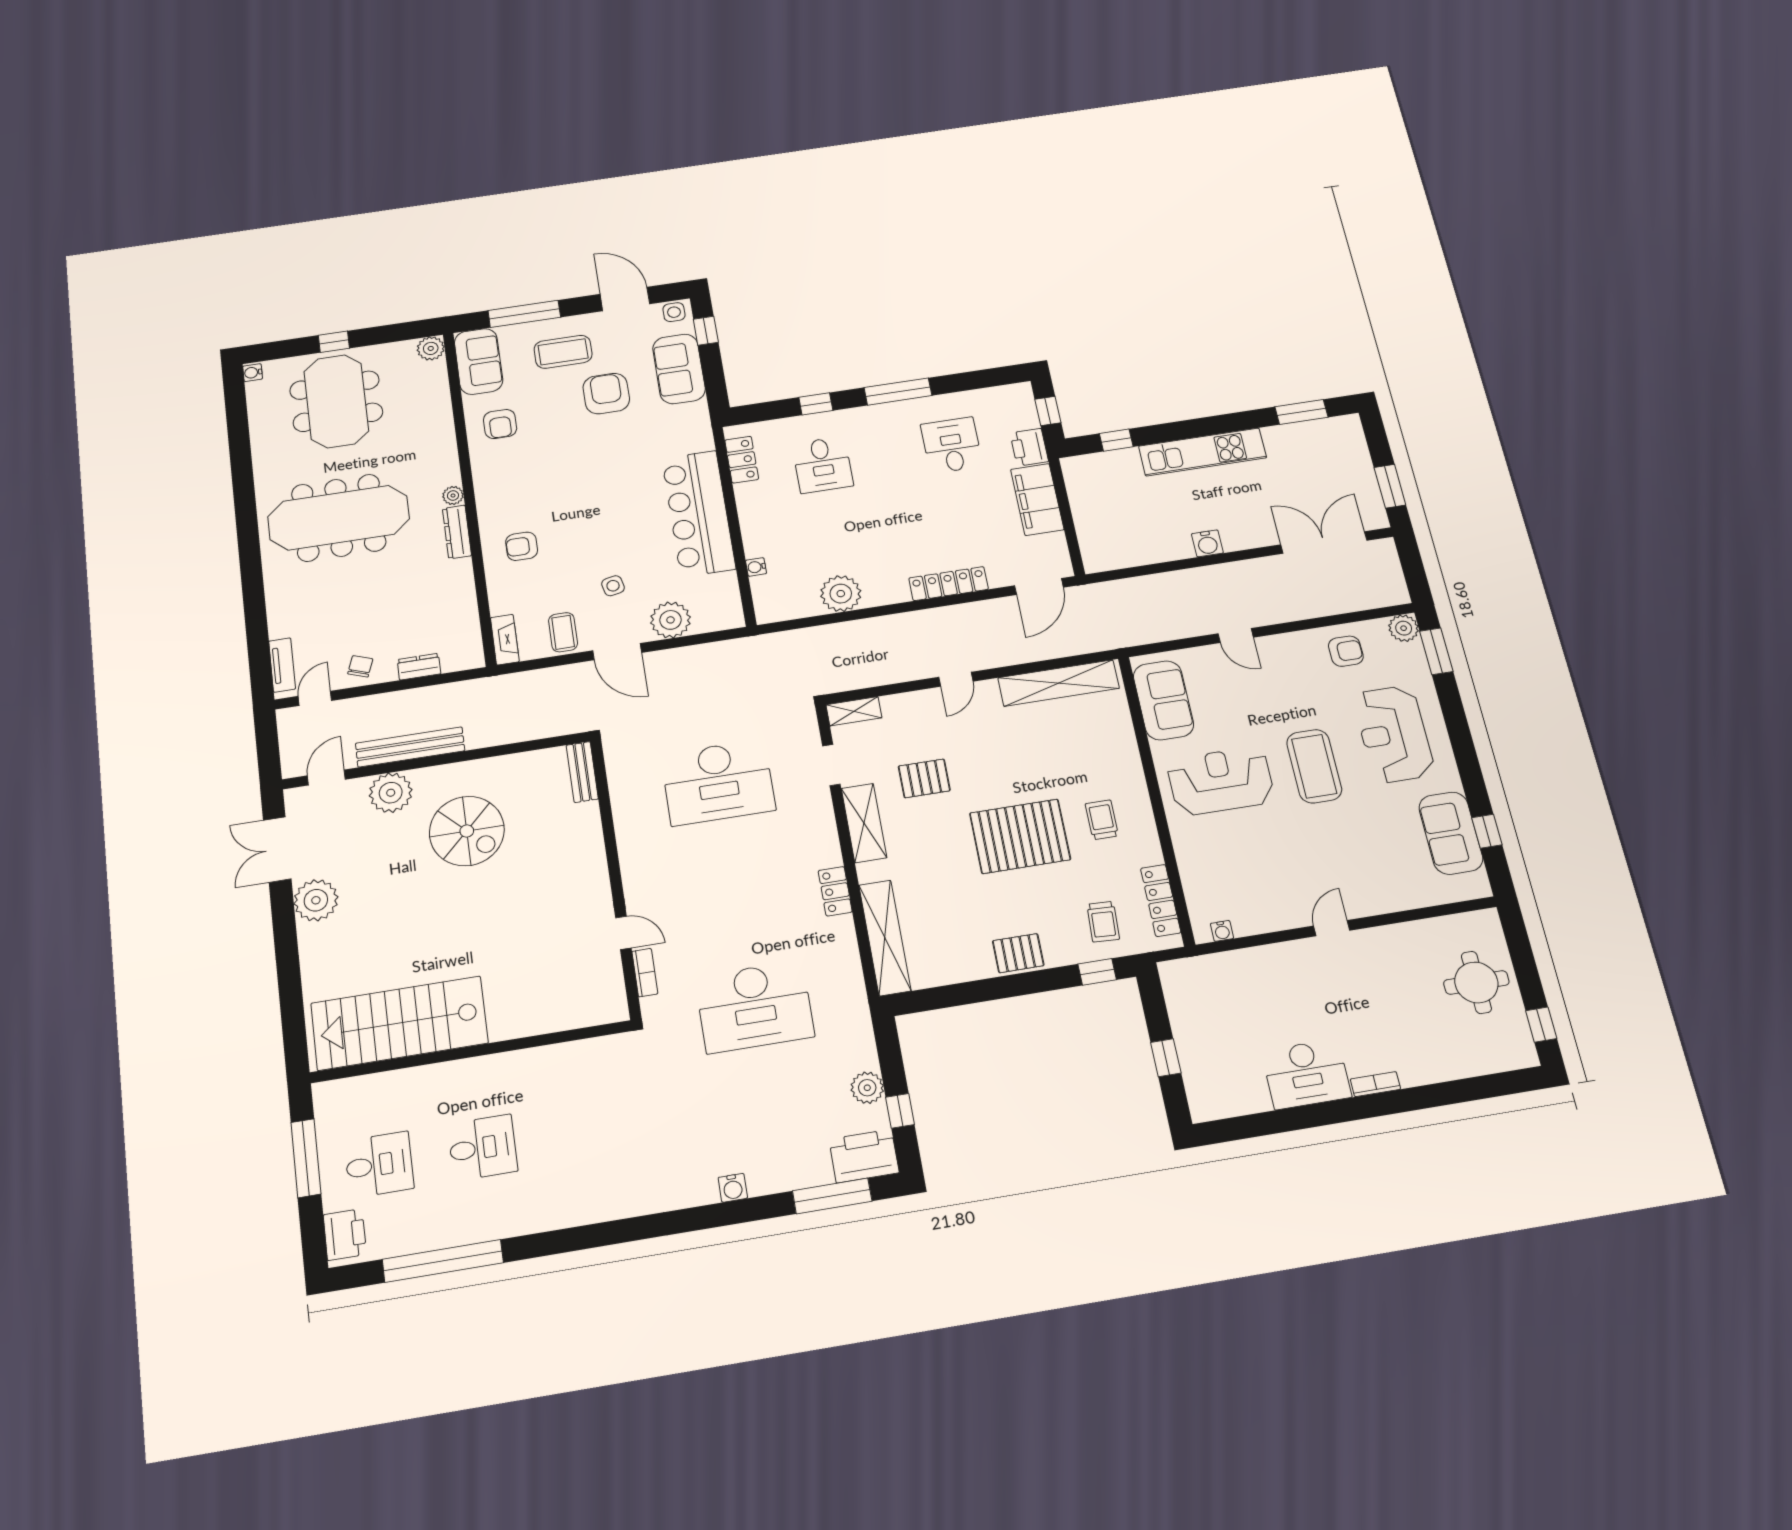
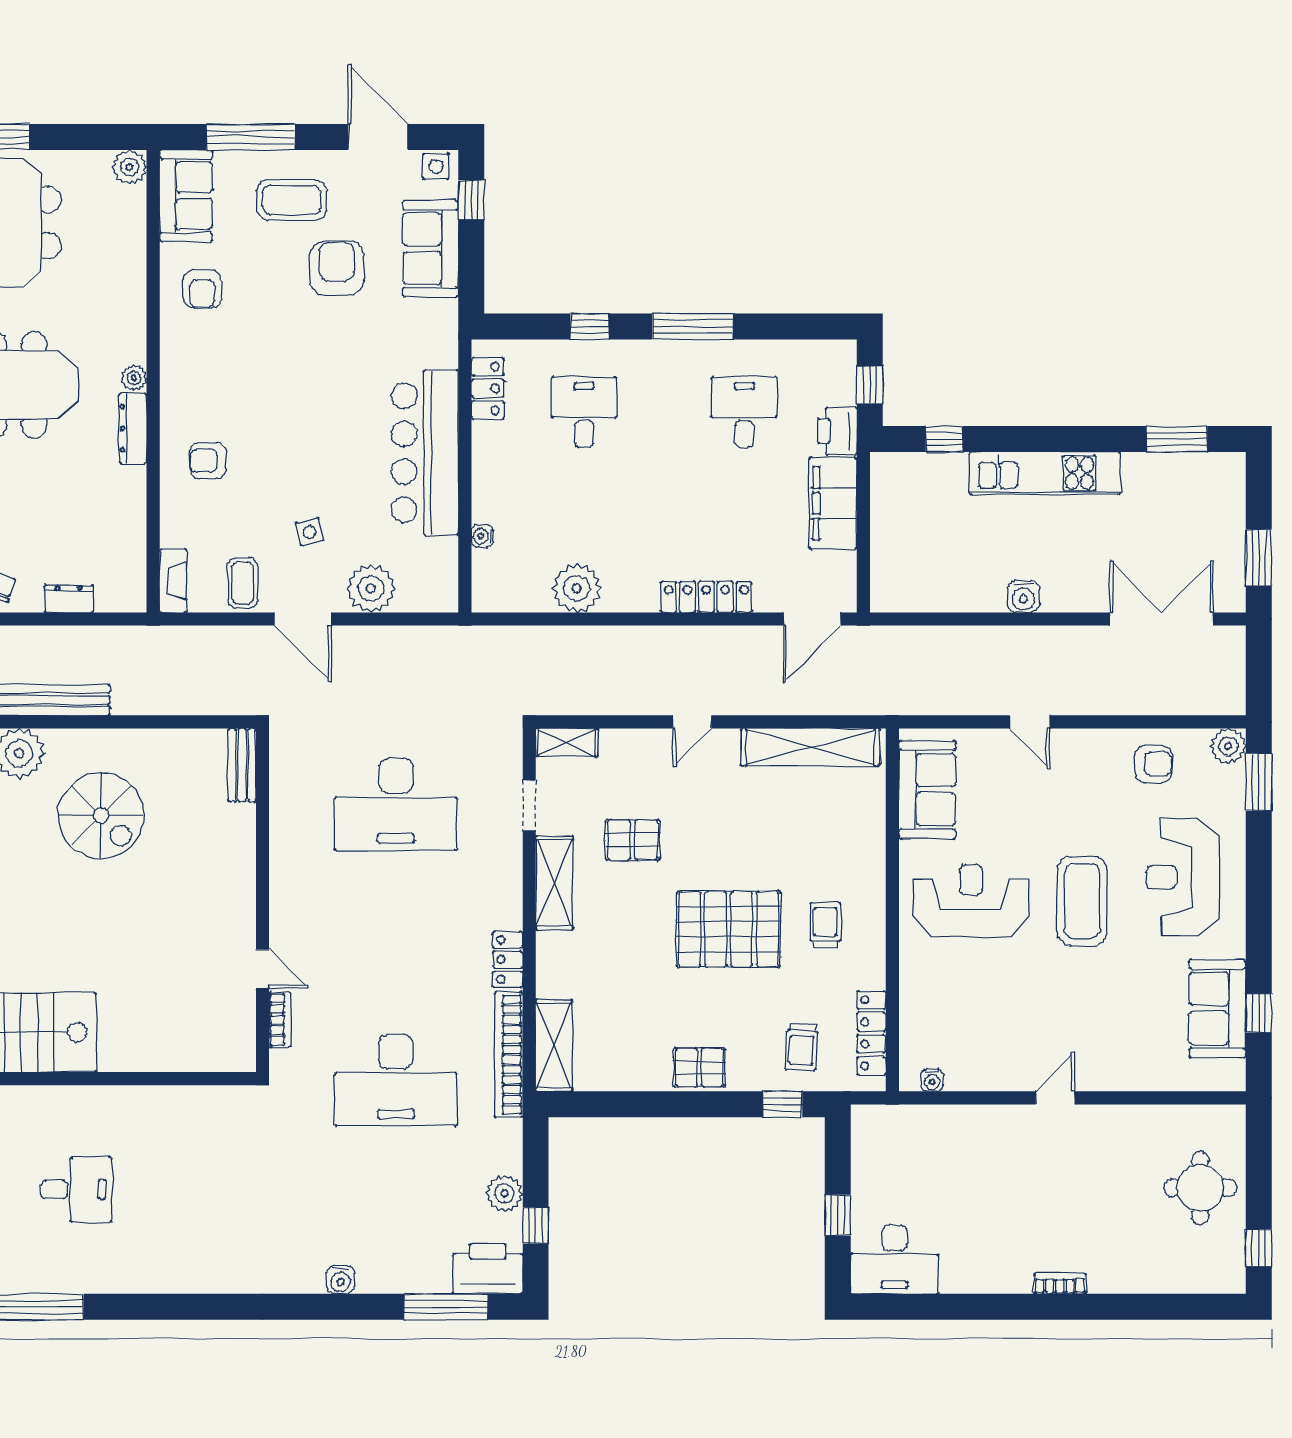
desk: (823, 465) -> (584, 412), turned 180
shelving: (885, 938) -> (554, 1046), width x0.68
bookcase: (850, 969) -> (509, 1055), added
desk: (1306, 1074) -> (895, 1259), moved

